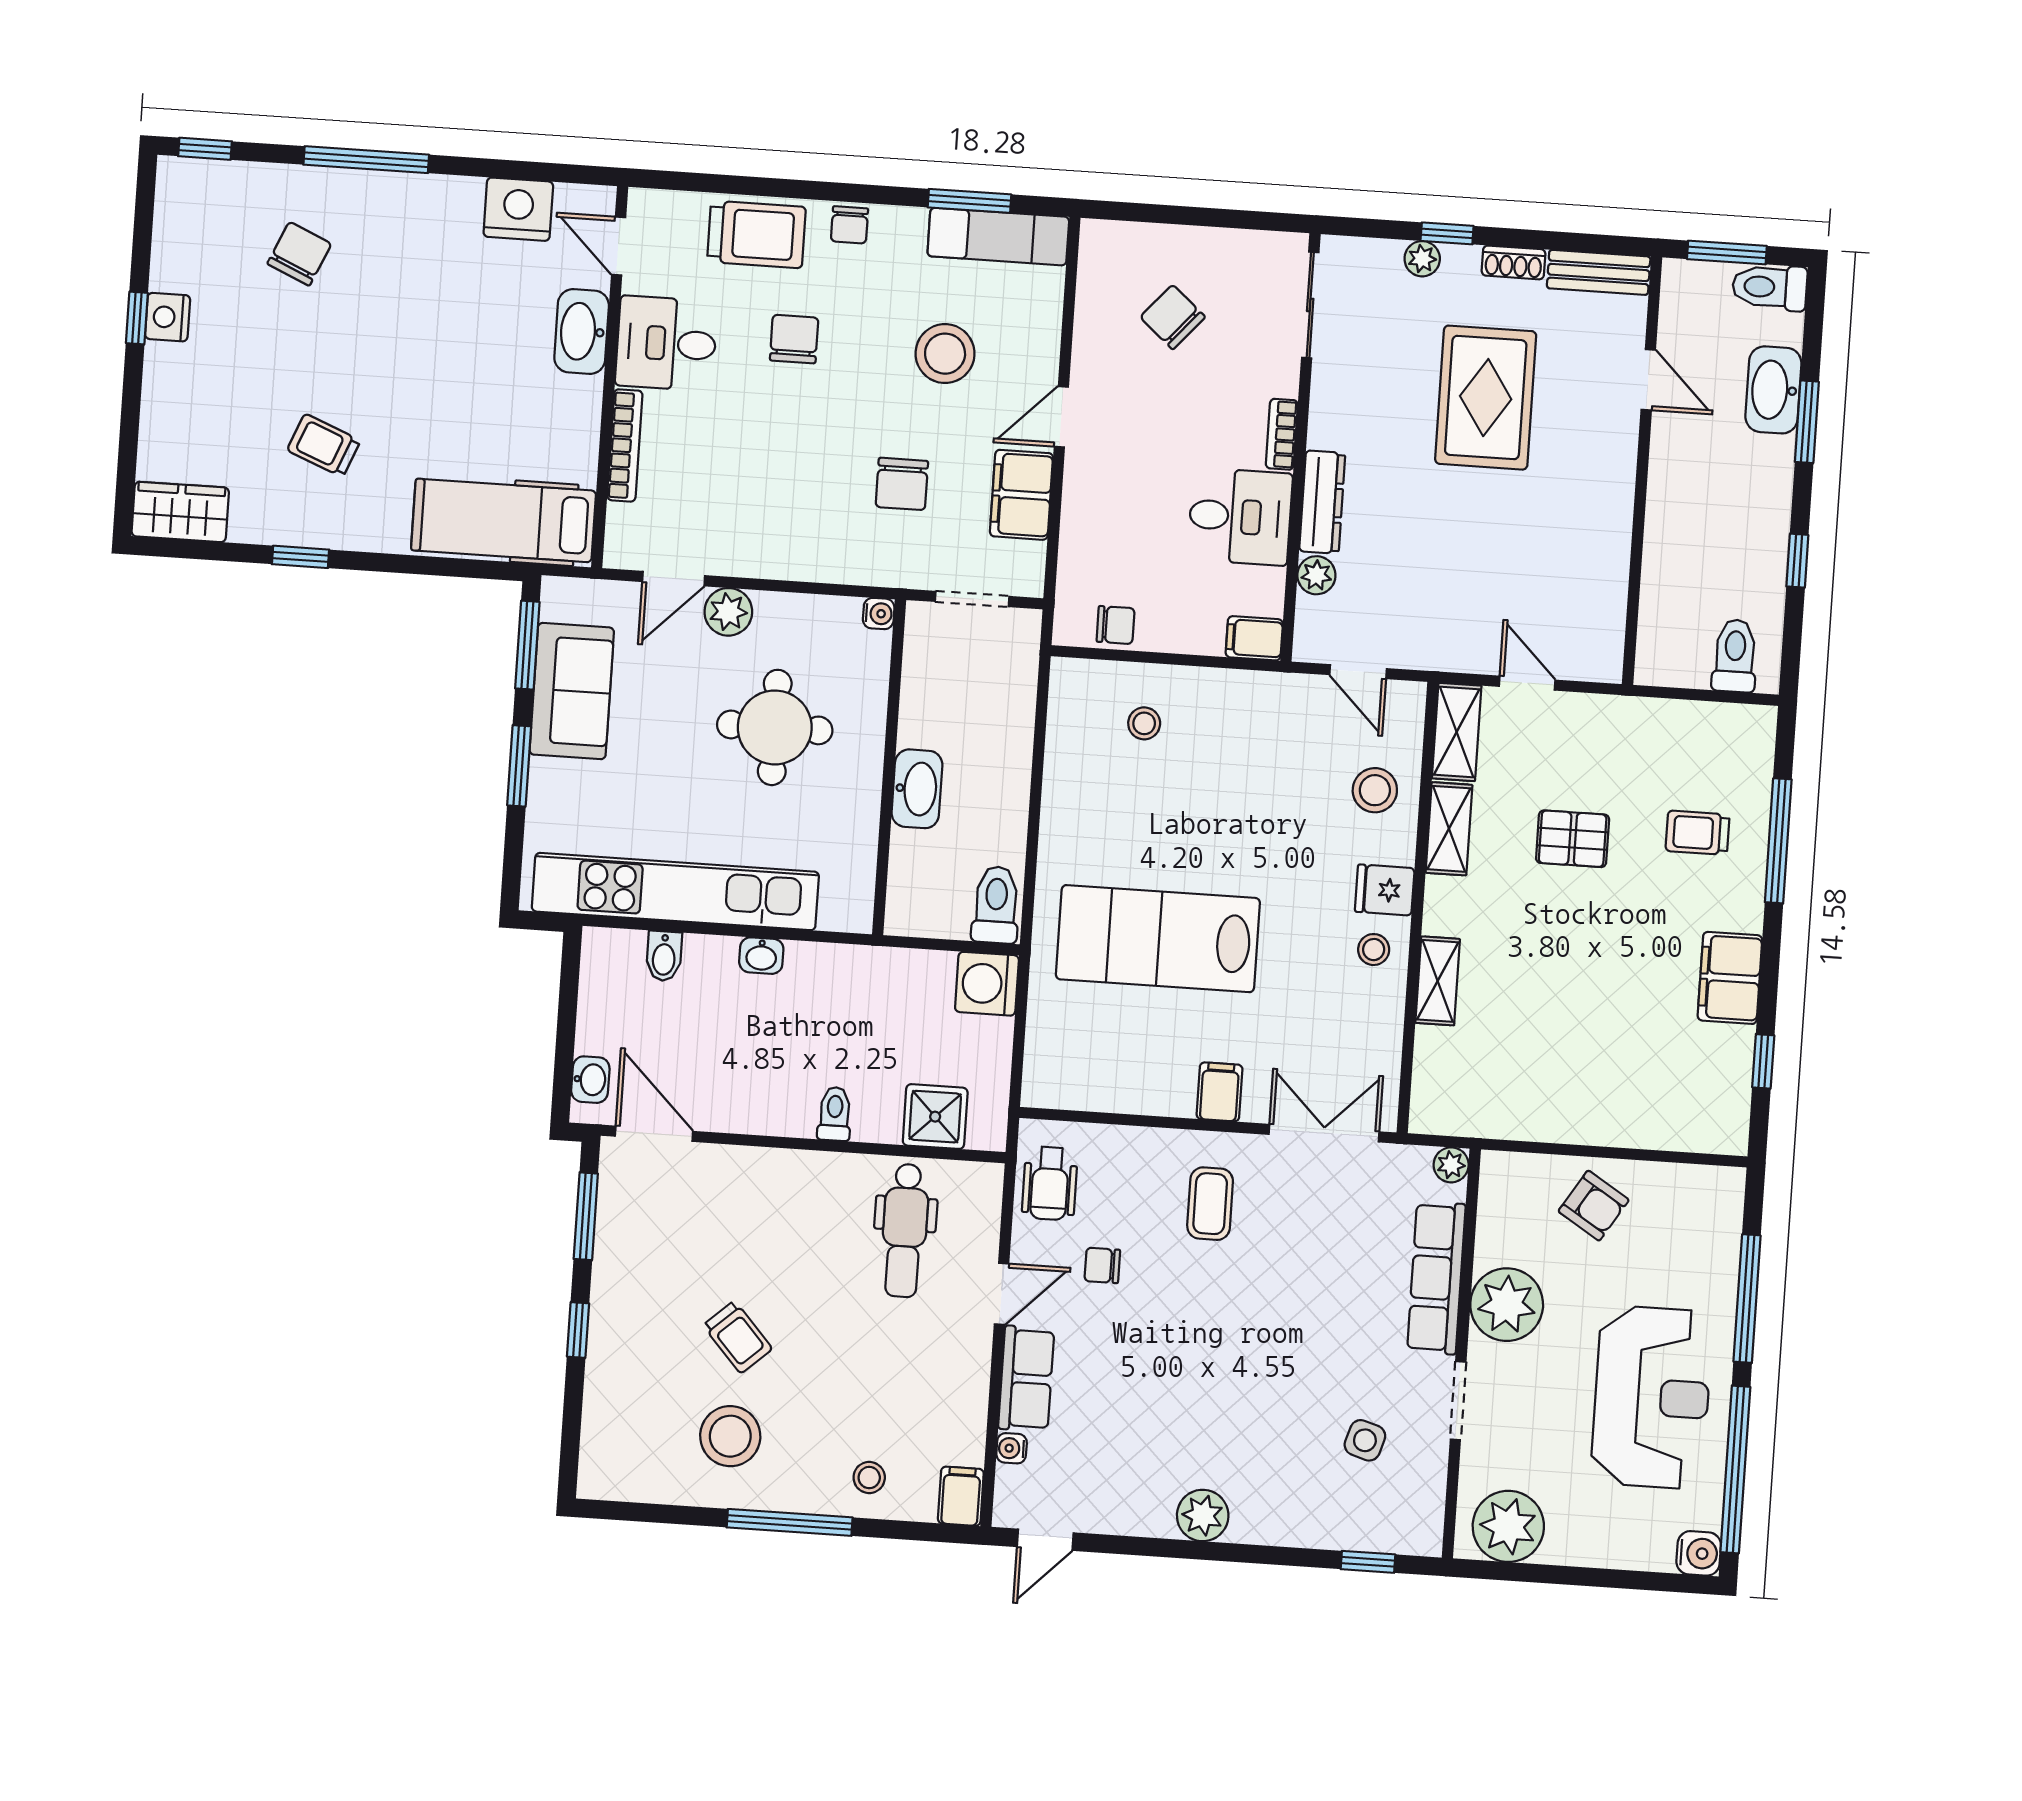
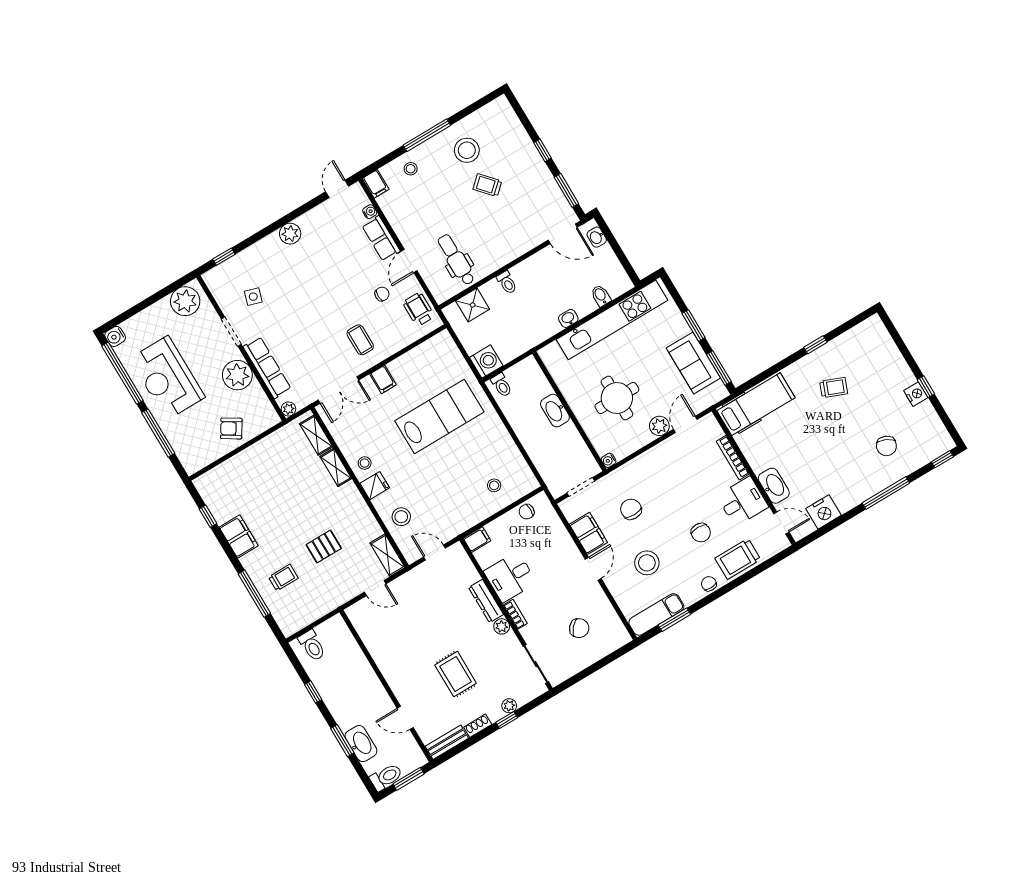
rug: (1486, 398) -> (456, 674), width x0.73, depth x0.70
wardrobe: (180, 512) -> (866, 332), removed
plant: (1316, 575) -> (502, 626), moved
shelving: (1449, 829) -> (316, 435), moved
toilet: (996, 905) -> (501, 385), width x0.73, depth x0.72

